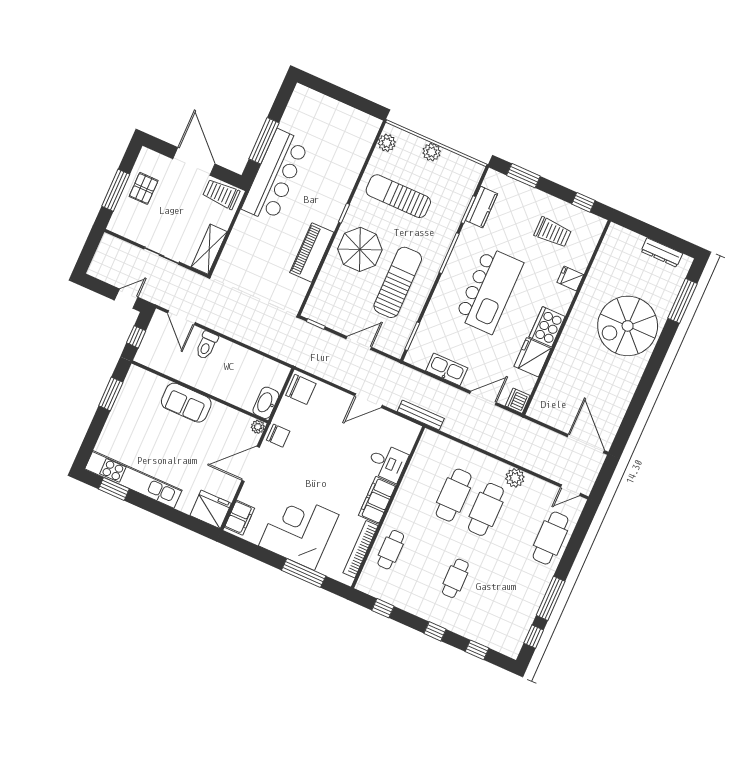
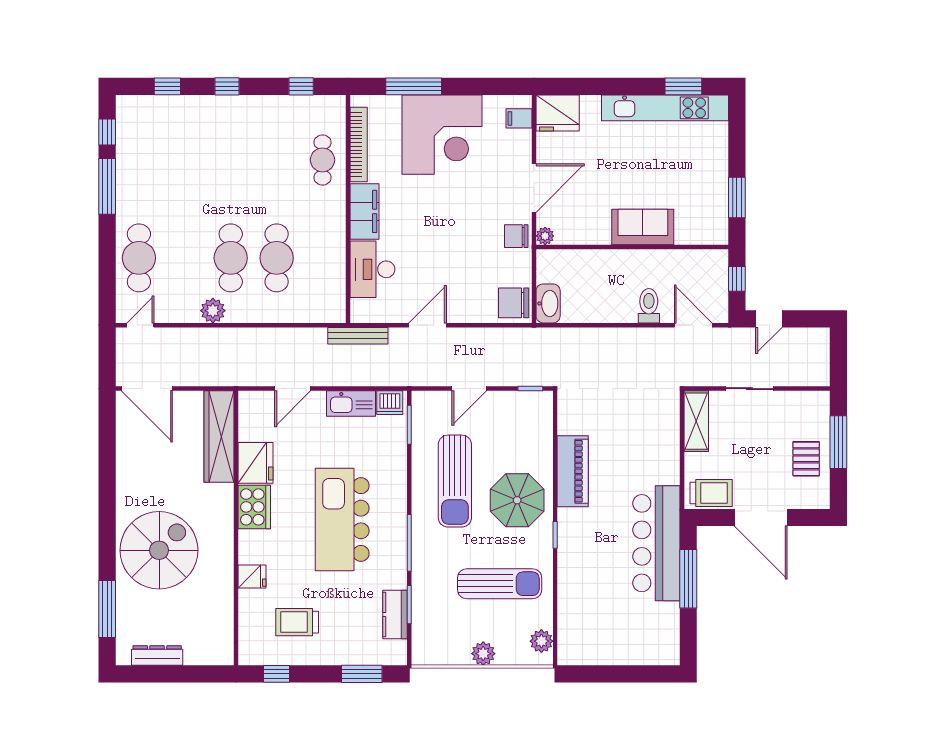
wardrobe: (550, 387) -> (219, 436), added
dishwasher: (518, 401) -> (390, 403), moved, turned 90
washbasin: (266, 403) -> (548, 303), moved
desk: (387, 463) -> (372, 269), width x1.37
filing cabinet: (240, 518) -> (519, 118), width x0.50
cafe table: (455, 578) -> (231, 160), removed

